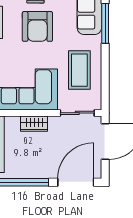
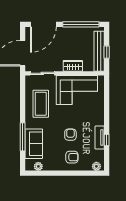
armchair: (37, 26) -> (70, 135), width x0.53, depth x0.53

